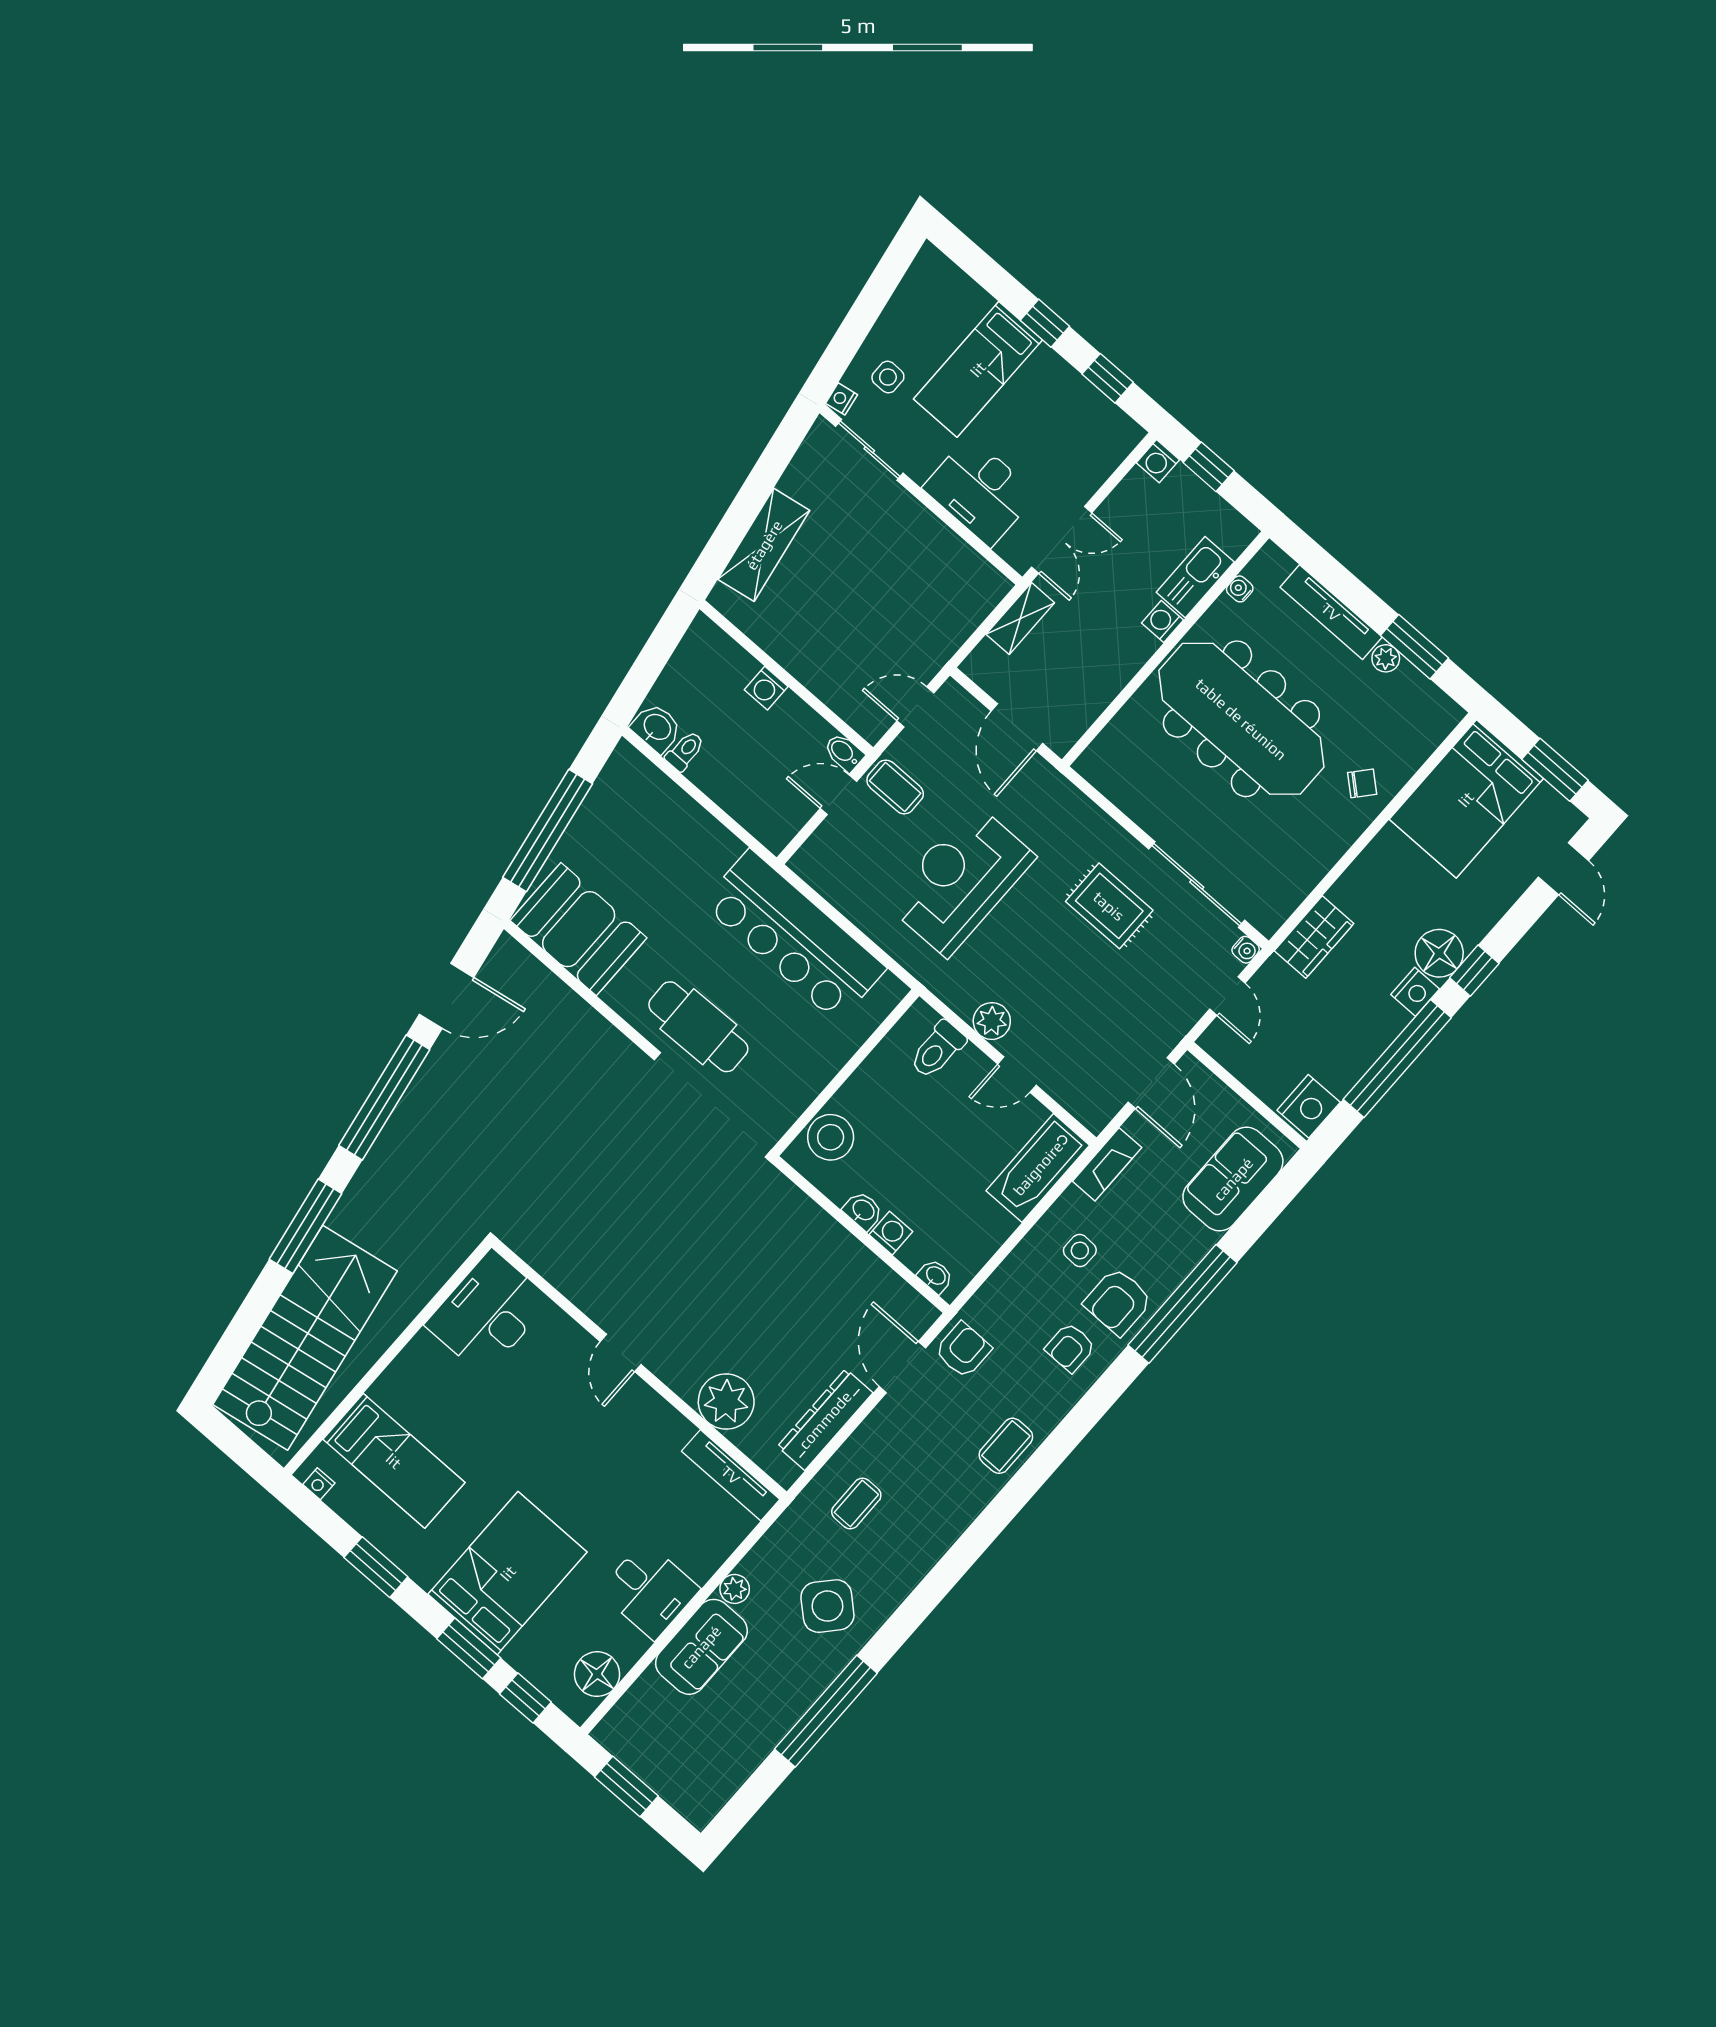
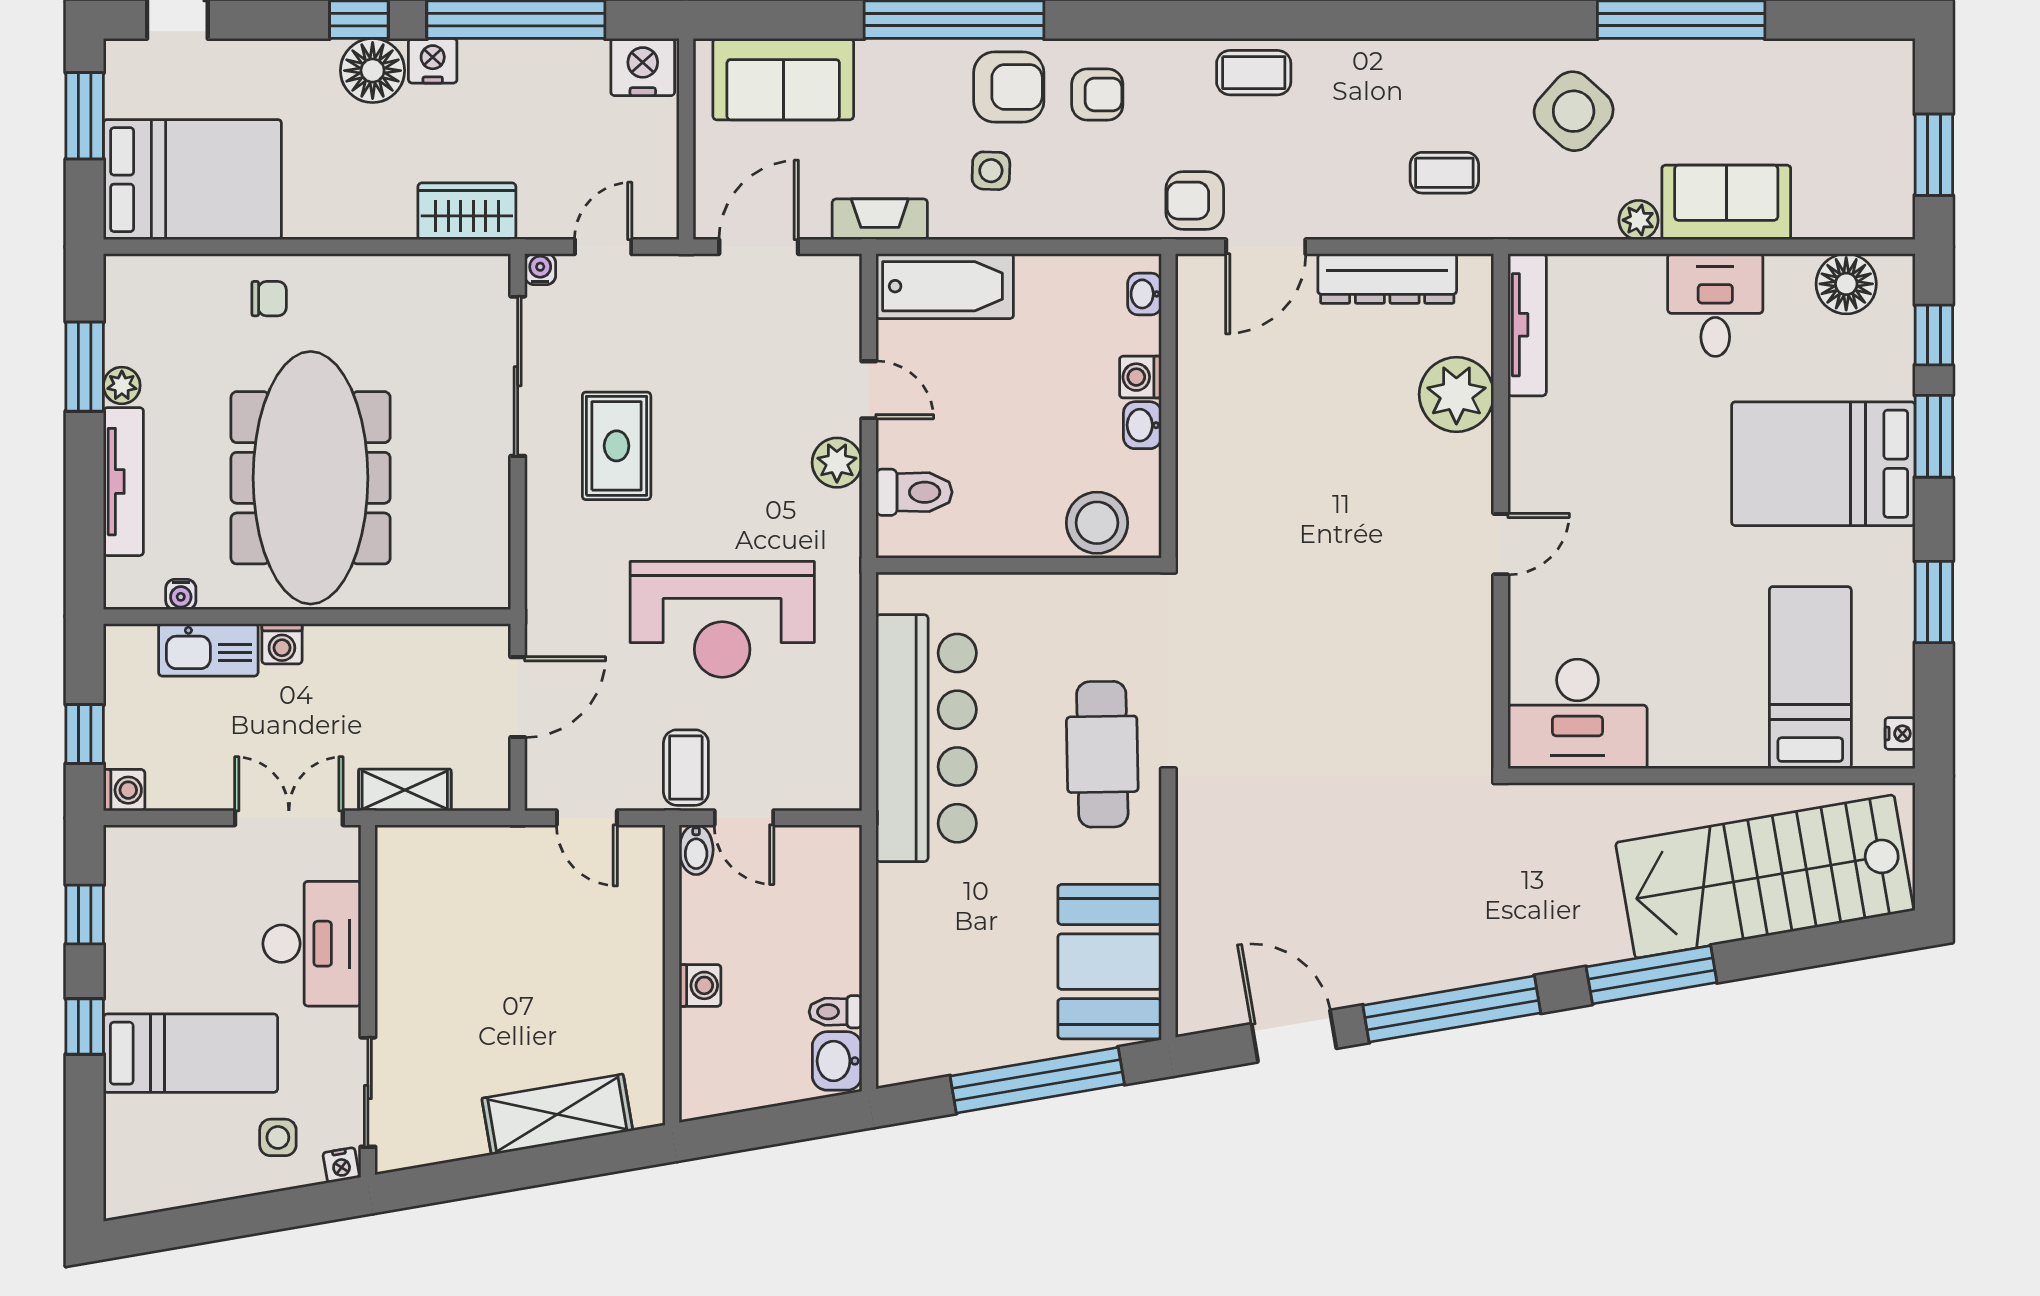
chair: (1362, 783) -> (269, 299), turned 139

